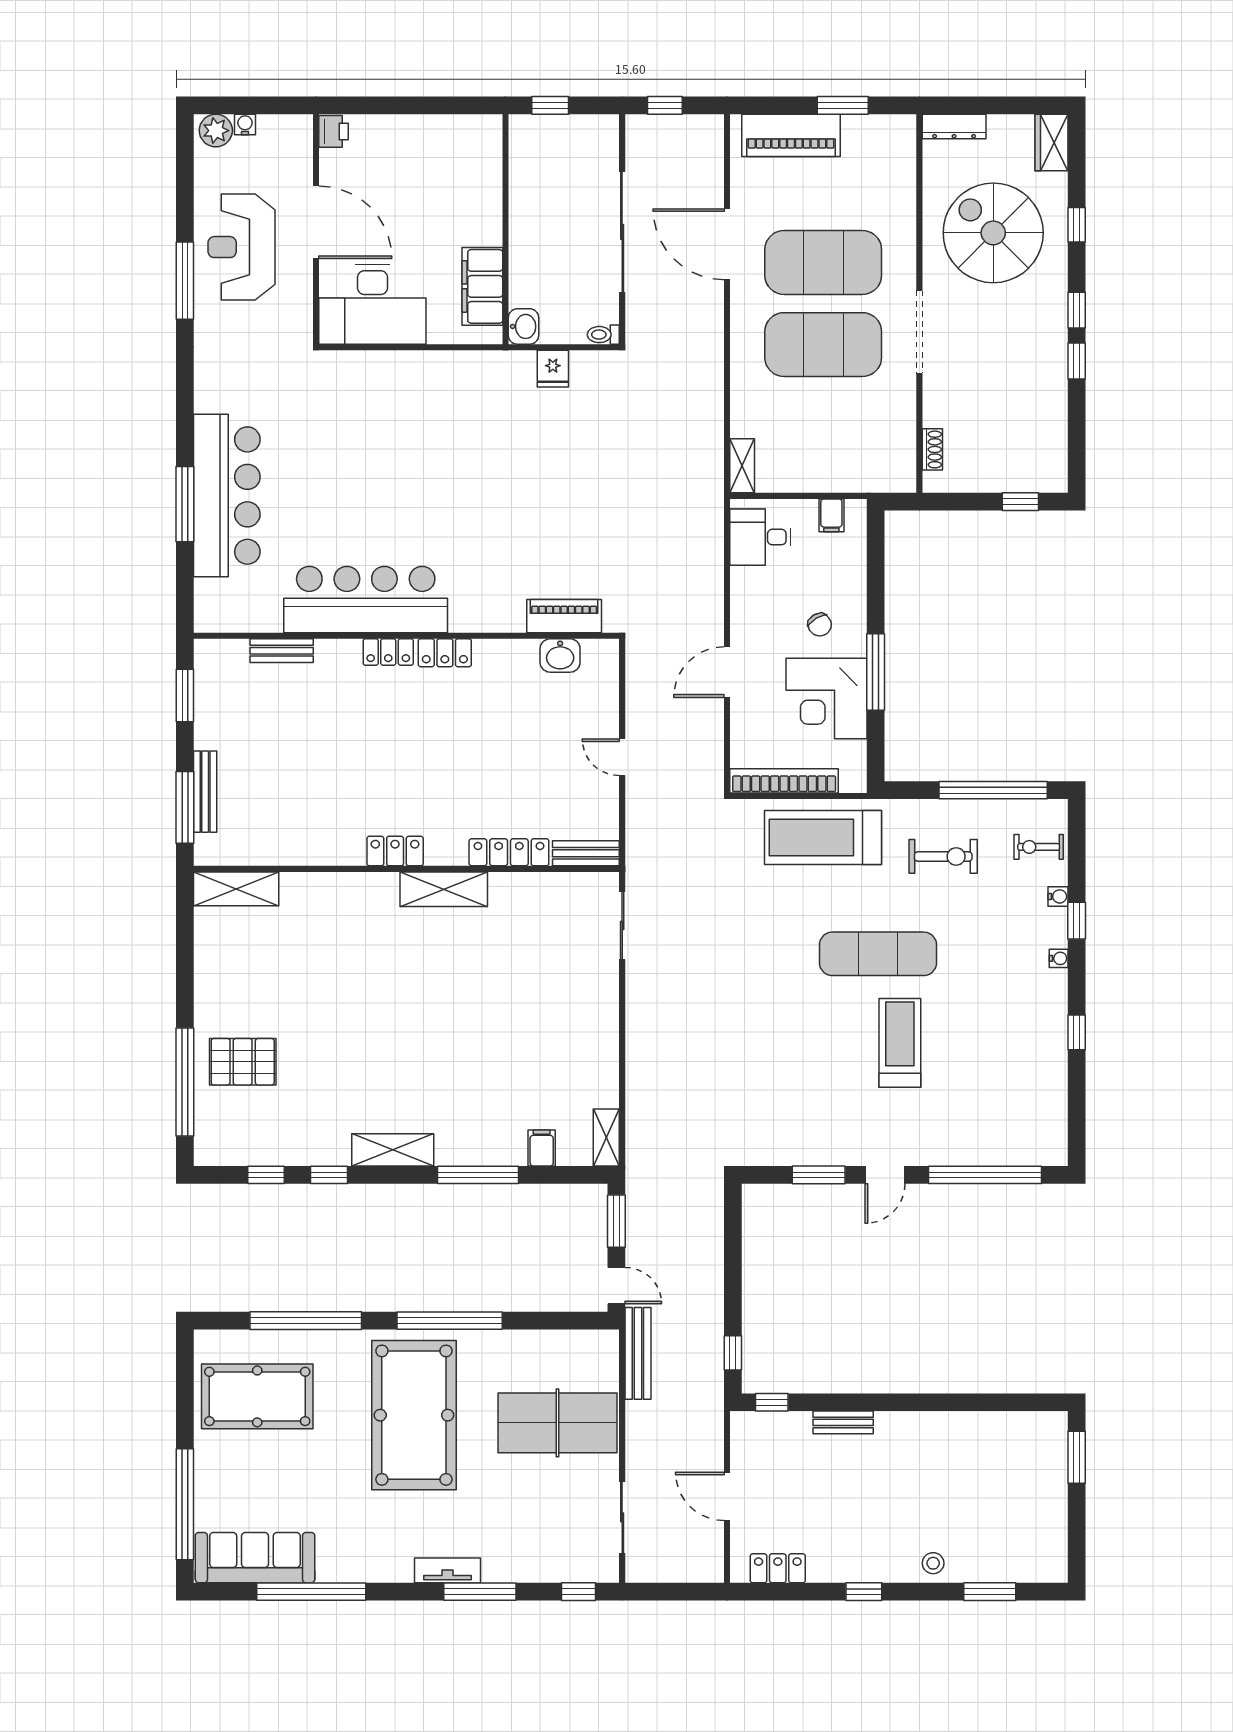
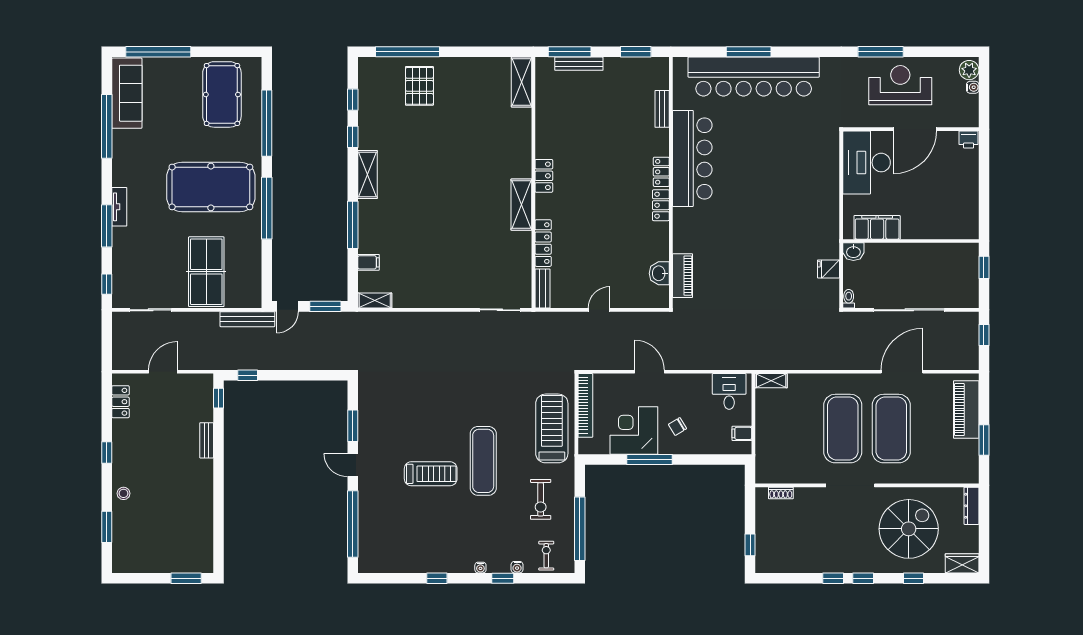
bar counter: (227, 496) -> (754, 77), width x1.36

